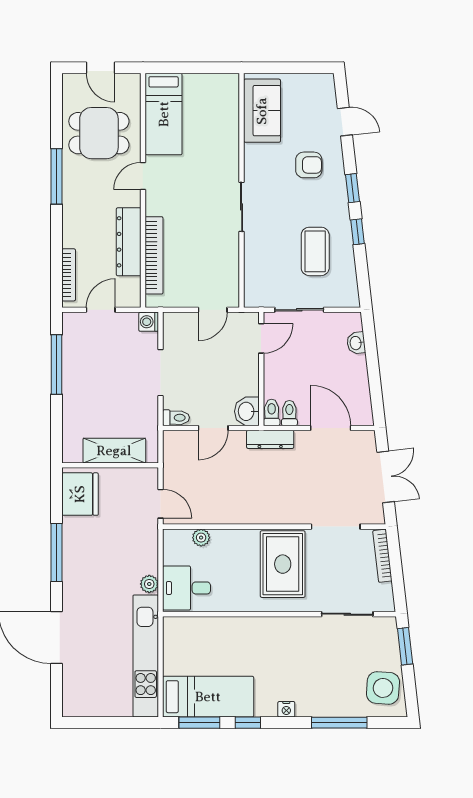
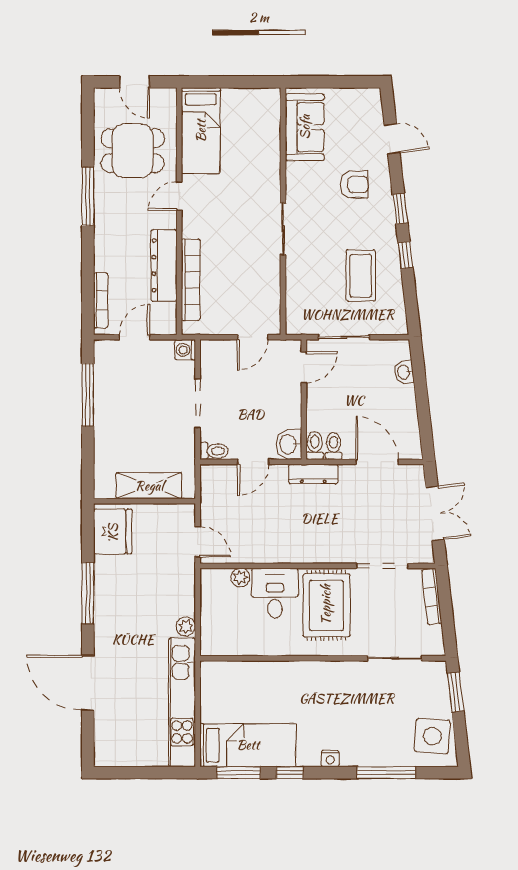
desk: (187, 588) -> (275, 593), moved, turned 90

